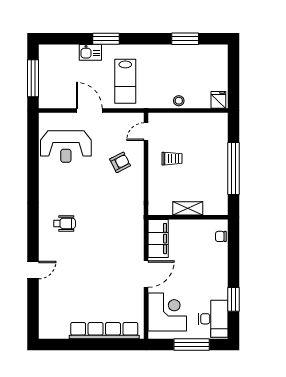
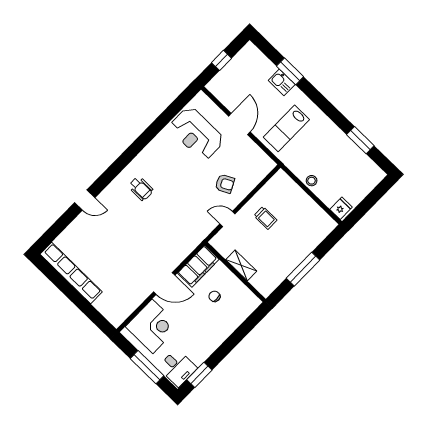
window: (106, 39) -> (290, 71), moved
window: (33, 78) -> (221, 60), width x0.46
door: (146, 132) -> (227, 219), moved
window: (234, 169) -> (303, 269), width x0.68
chair: (221, 236) -> (214, 296), moved
window: (234, 299) -> (199, 375), moved
desk: (213, 319) -> (178, 368), width x0.73
row of seats: (104, 331) -> (71, 273), moved

